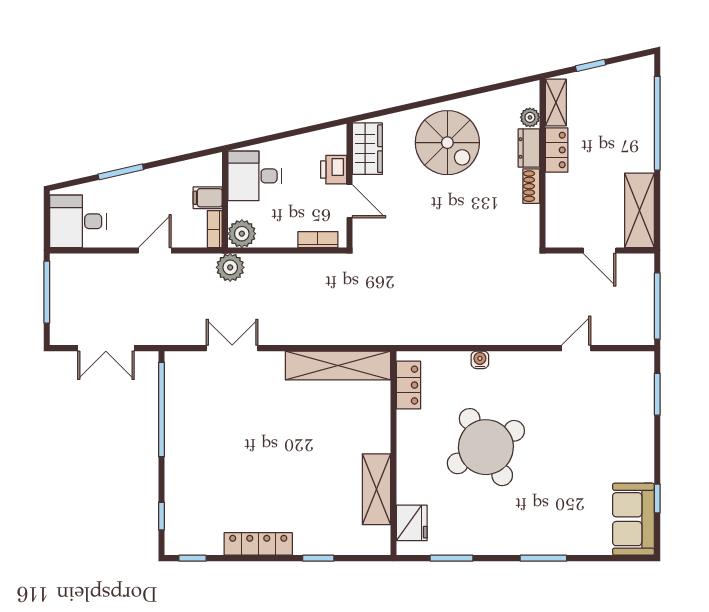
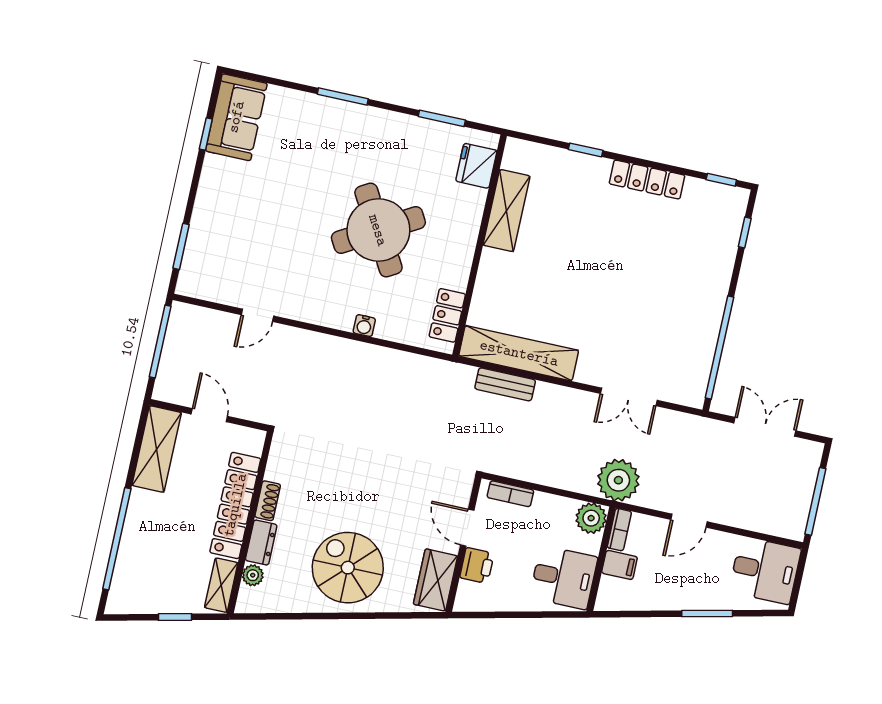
locker: (557, 150) -> (235, 505), width x2.16, depth x1.21
plant: (230, 267) -> (618, 480), width x1.36, depth x1.36
bench: (344, 335) -> (505, 384), added

